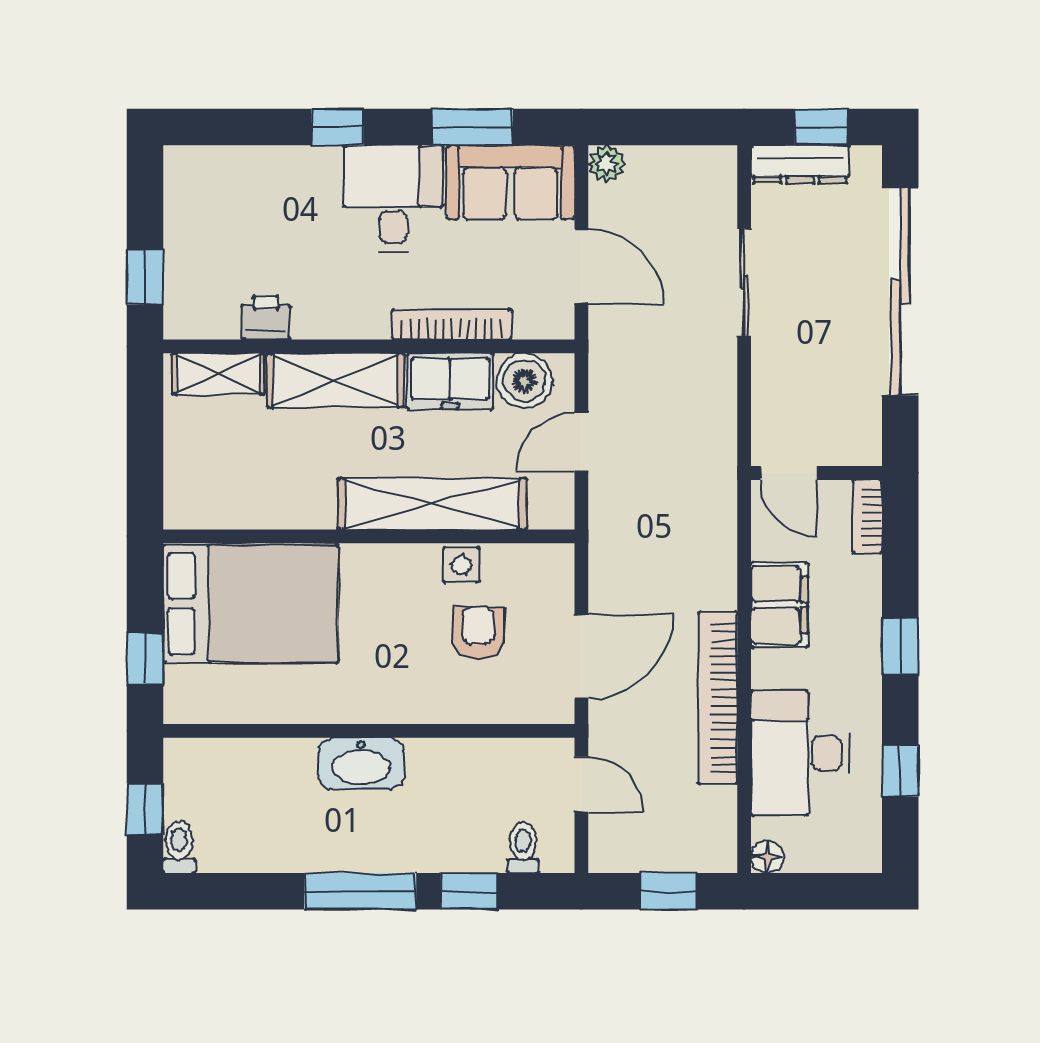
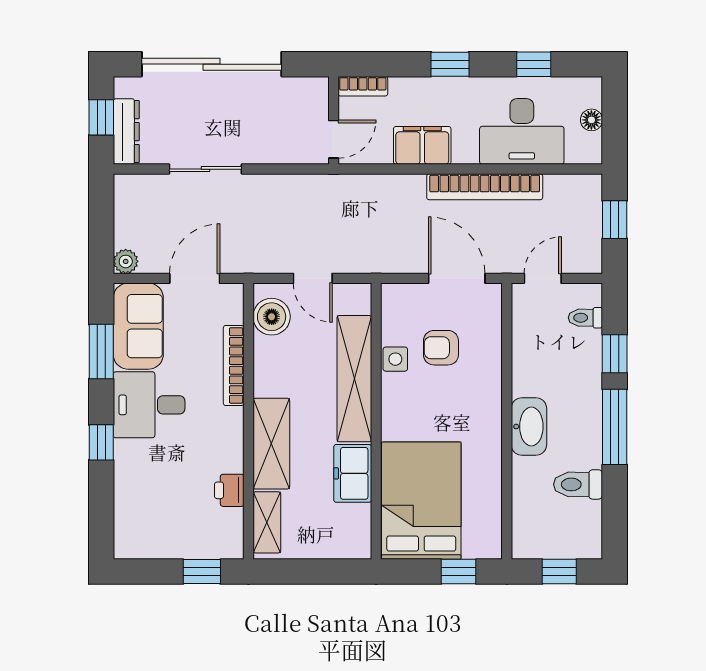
freezer: (450, 381) -> (353, 473), moved, turned 180
toilet: (179, 847) -> (578, 484), moved, width x1.37, depth x1.39
floor lamp: (767, 857) -> (591, 120), moved

